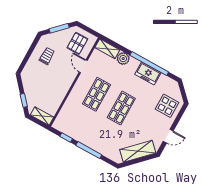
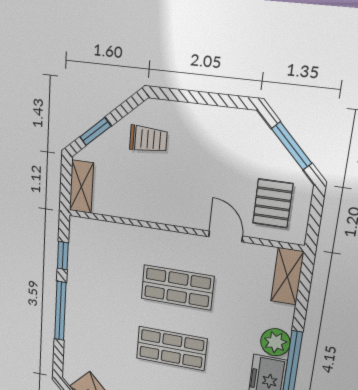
pallet: (77, 43) -> (273, 203), turned 90
trolley: (47, 56) -> (148, 139), moved
plant: (123, 59) -> (275, 342), moved
door: (83, 66) -> (226, 236), hinge flipped

